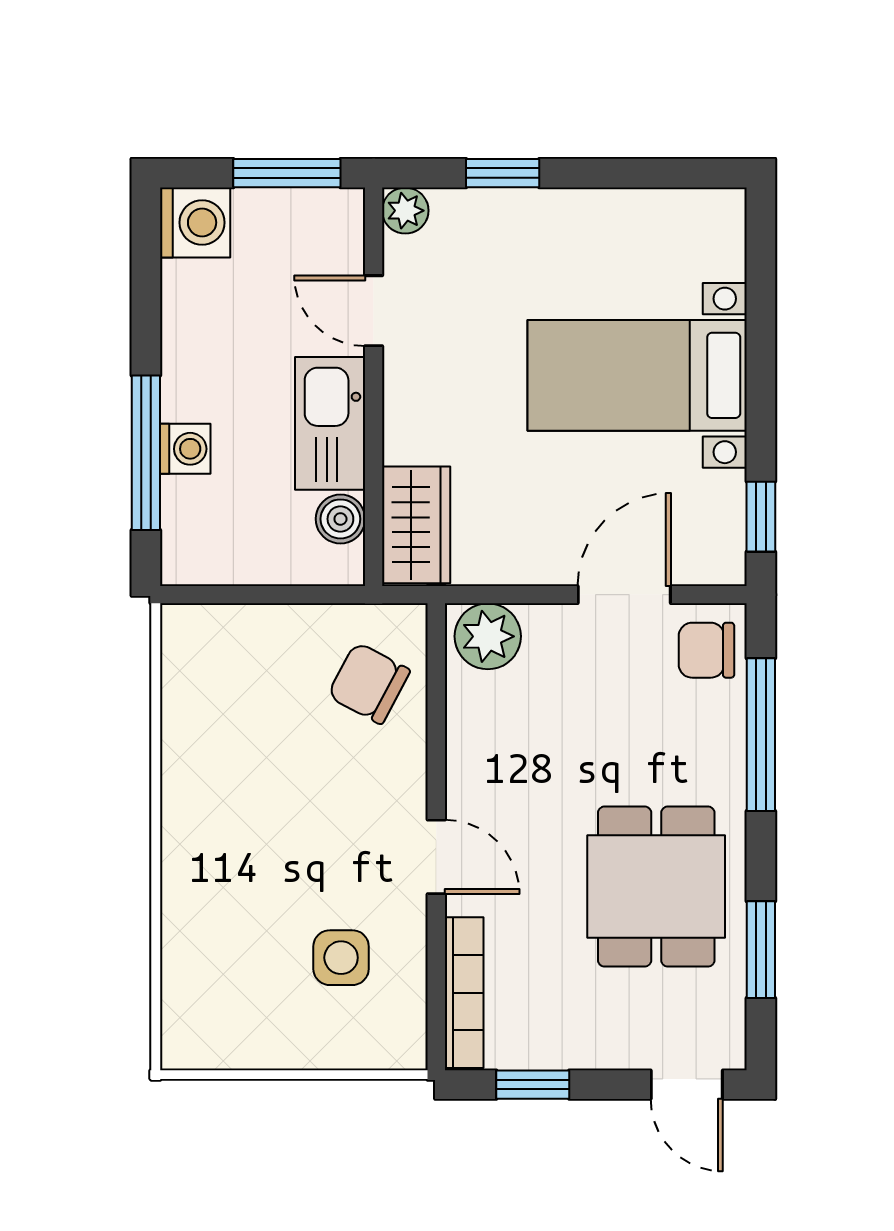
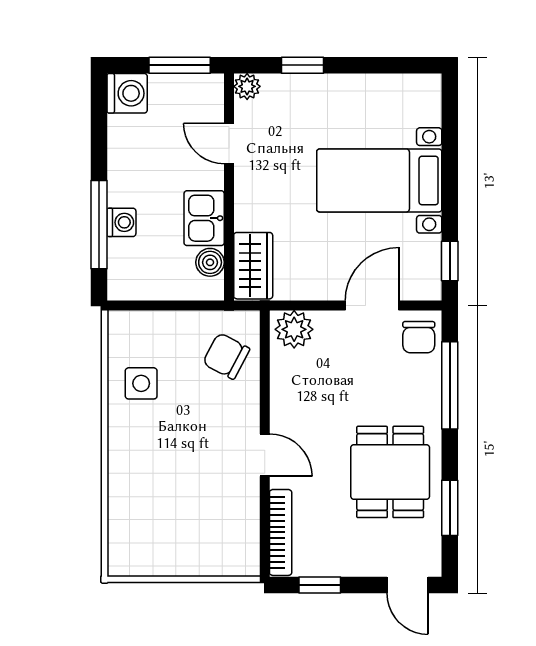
kitchen sink: (330, 423) -> (204, 218), width x0.73
chair: (706, 650) -> (419, 337), turned -90
side table: (341, 958) -> (141, 383), moved

